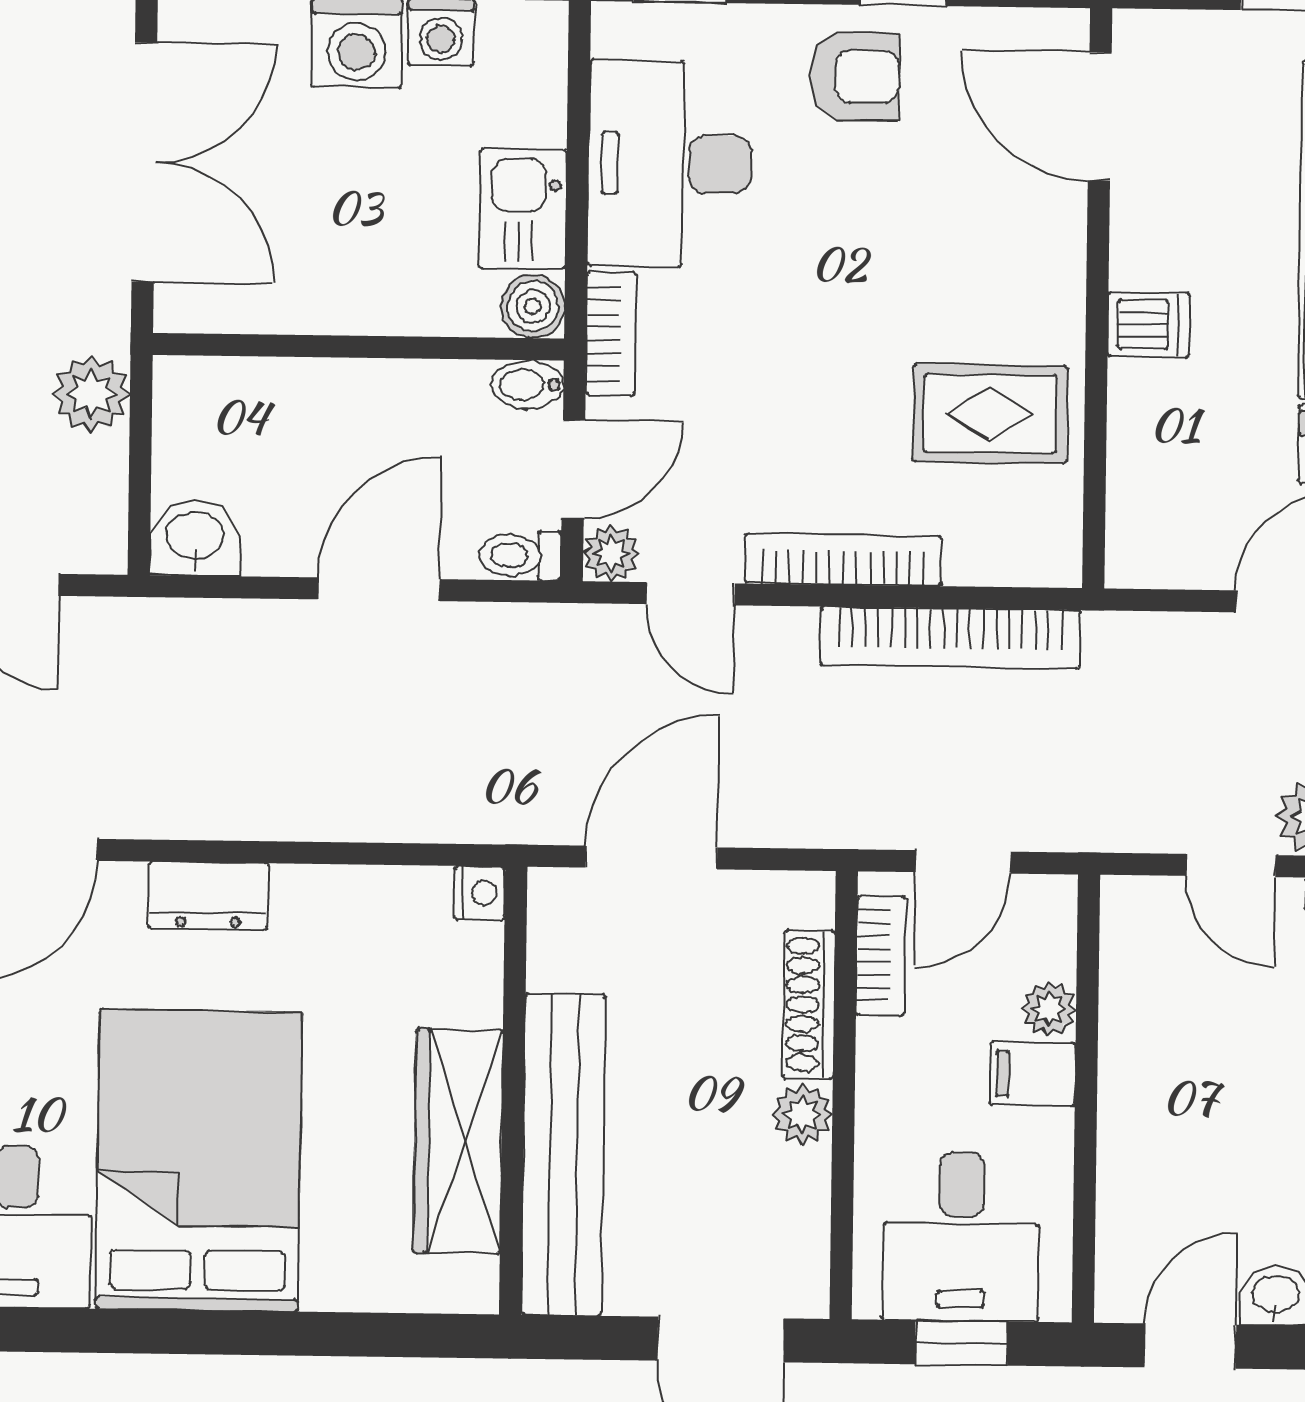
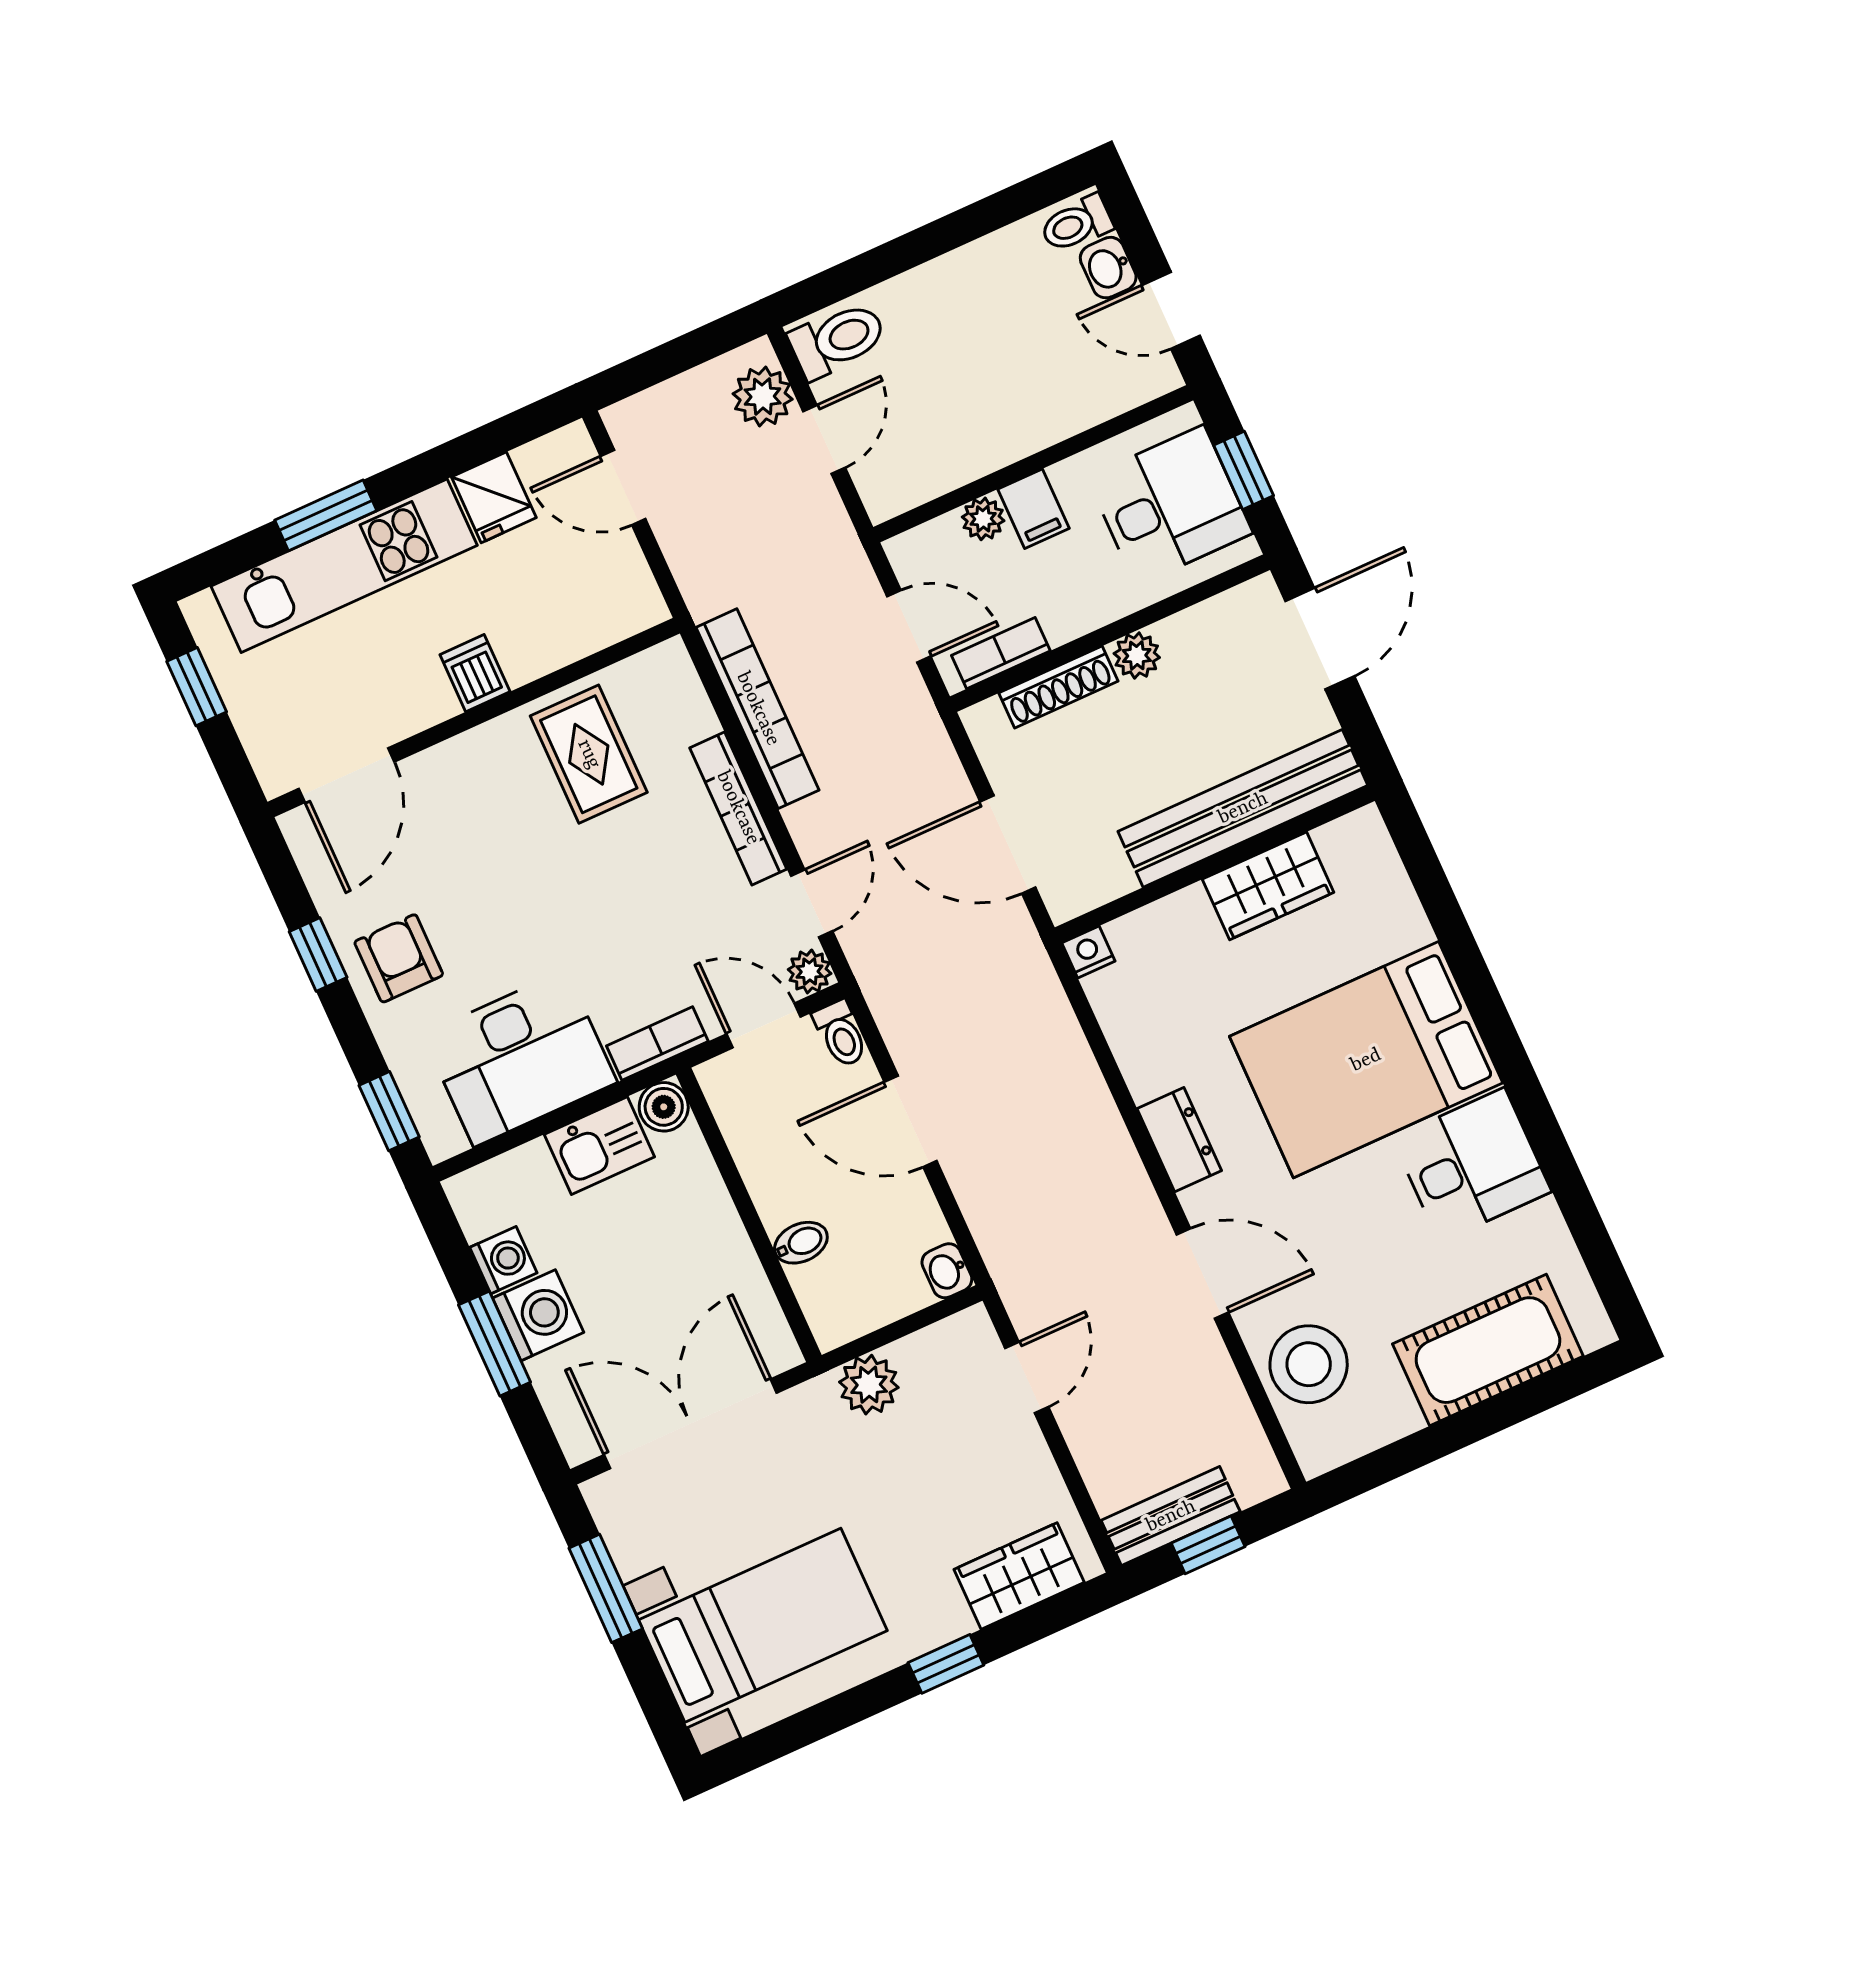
bidet: (528, 385) -> (801, 1243), moved, turned -90
washbasin: (195, 538) -> (947, 1271), width x0.72, depth x0.69
wardrobe: (458, 1141) -> (1268, 886), width x0.67

